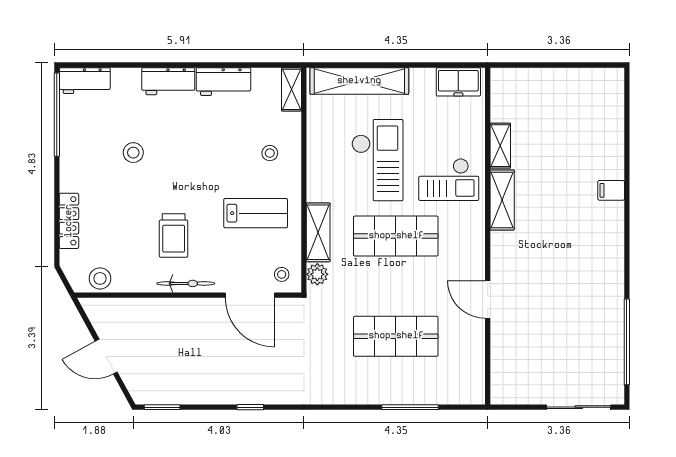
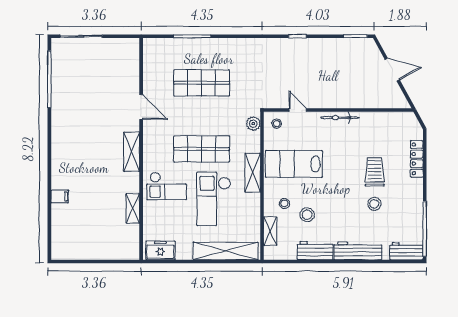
workbench: (168, 81) -> (358, 251), width x1.38
shelving: (292, 89) -> (270, 231), moved
checkout: (449, 180) -> (167, 186), turned 180
filing cabinet: (611, 190) -> (60, 196), moved
shelving: (502, 200) -> (132, 152), moved
lab bench: (256, 213) -> (294, 164), width x1.36, depth x1.39
shelving: (318, 232) -> (253, 173), moved
trolley: (174, 236) -> (375, 172), moved
stool: (100, 278) -> (307, 215), moved
door: (250, 295) -> (298, 110), width x0.53

